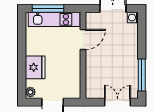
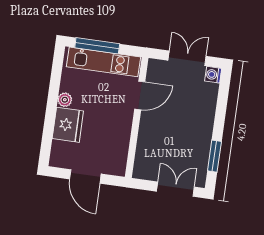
window: (142, 75) -> (214, 156), width x0.69
plant: (30, 92) -> (65, 100), moved

